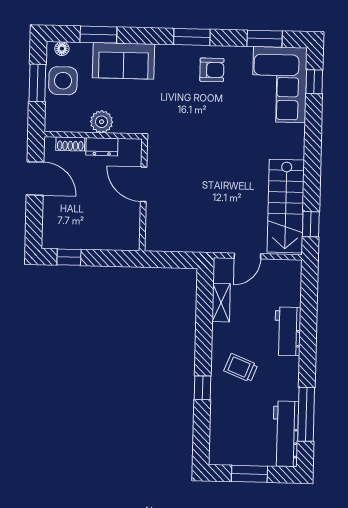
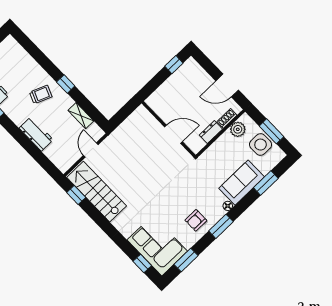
floor lamp: (62, 49) -> (228, 206), moved
plant: (102, 122) -> (238, 129), moved
window: (202, 388) -> (66, 84), moved

